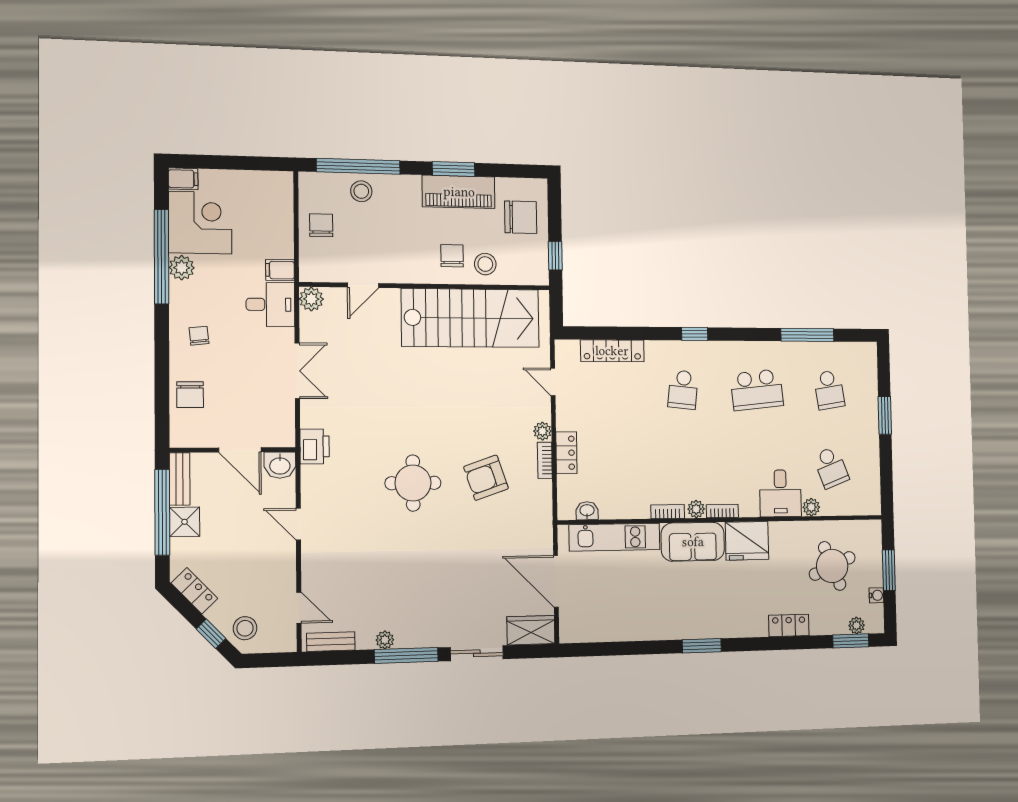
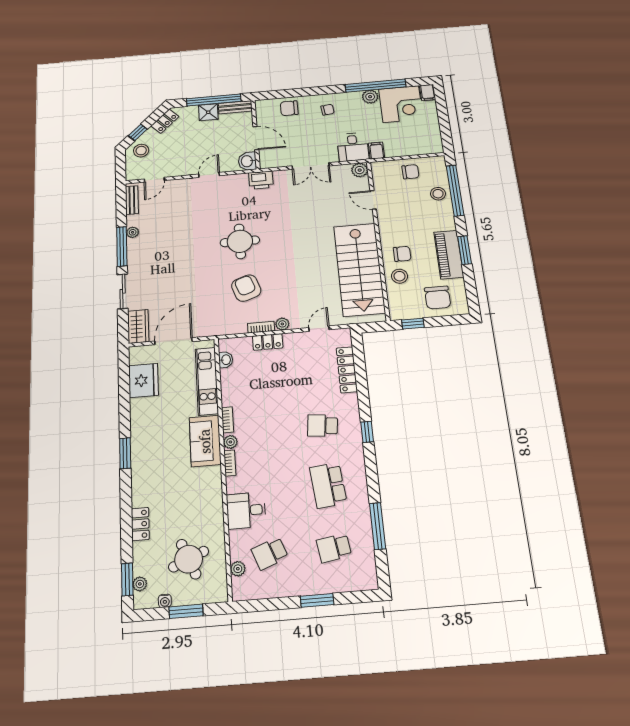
door: (240, 450) -> (256, 138), swing flipped
plant: (811, 507) -> (238, 569), moved
fridge: (747, 541) -> (143, 380), moved, turned 180

